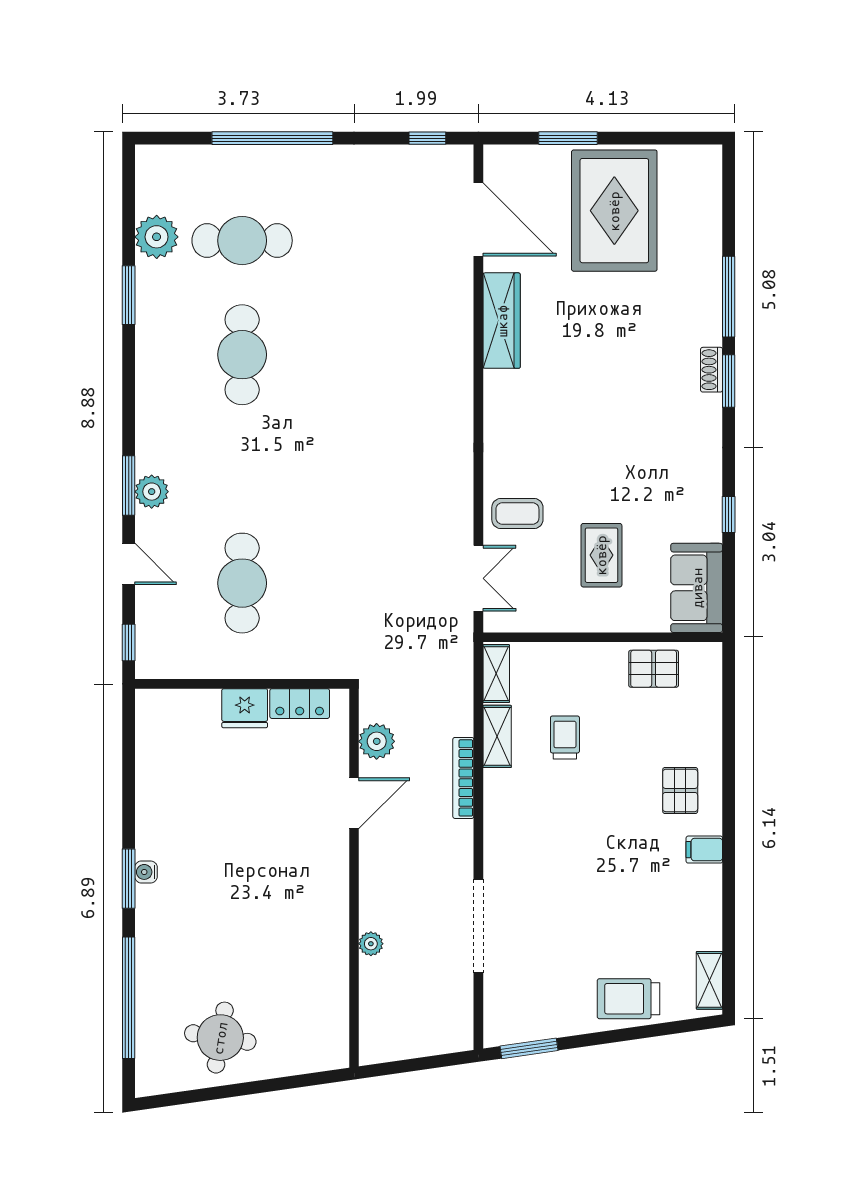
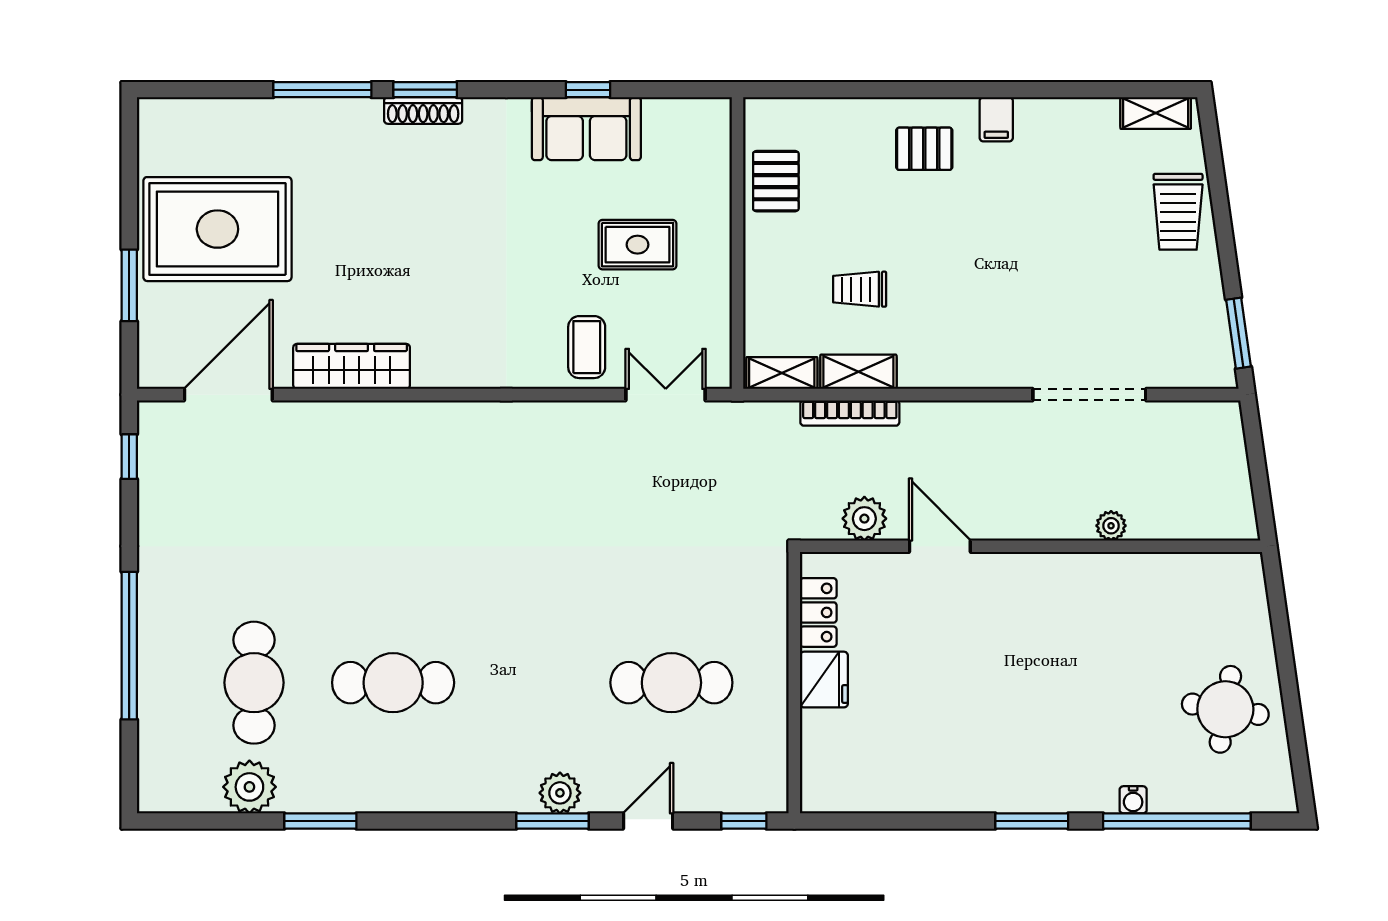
shoe rack: (712, 370) -> (423, 110), width x1.43
sofa: (697, 588) -> (586, 129), moved
bookcase: (463, 778) -> (850, 413), moved
water cooler: (146, 872) -> (1133, 800), moved

